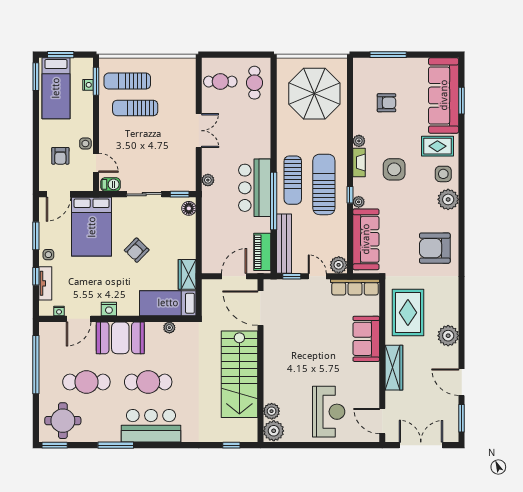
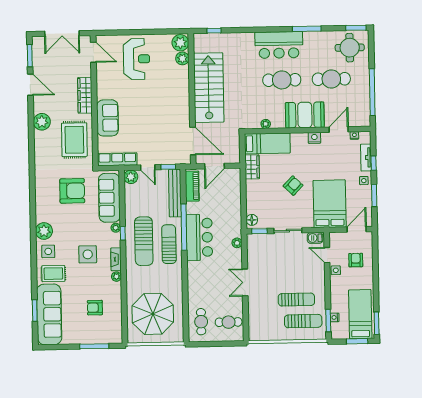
armchair: (435, 248) -> (72, 191), moved
reception desk: (329, 412) -> (137, 59), turned 180

